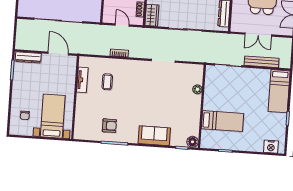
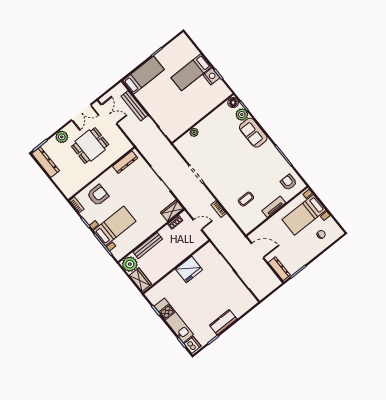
door: (122, 25) -> (197, 225), swing flipped
double door: (258, 35) -> (109, 114), moved
door: (58, 53) -> (258, 251), swing flipped
tv unit: (82, 80) -> (274, 207), moved
bed: (222, 121) -> (191, 72), moved, turned -90
armchair: (109, 126) -> (289, 182), moved
plant: (177, 140) -> (242, 115), added
nightstand: (271, 147) -> (211, 76), moved

